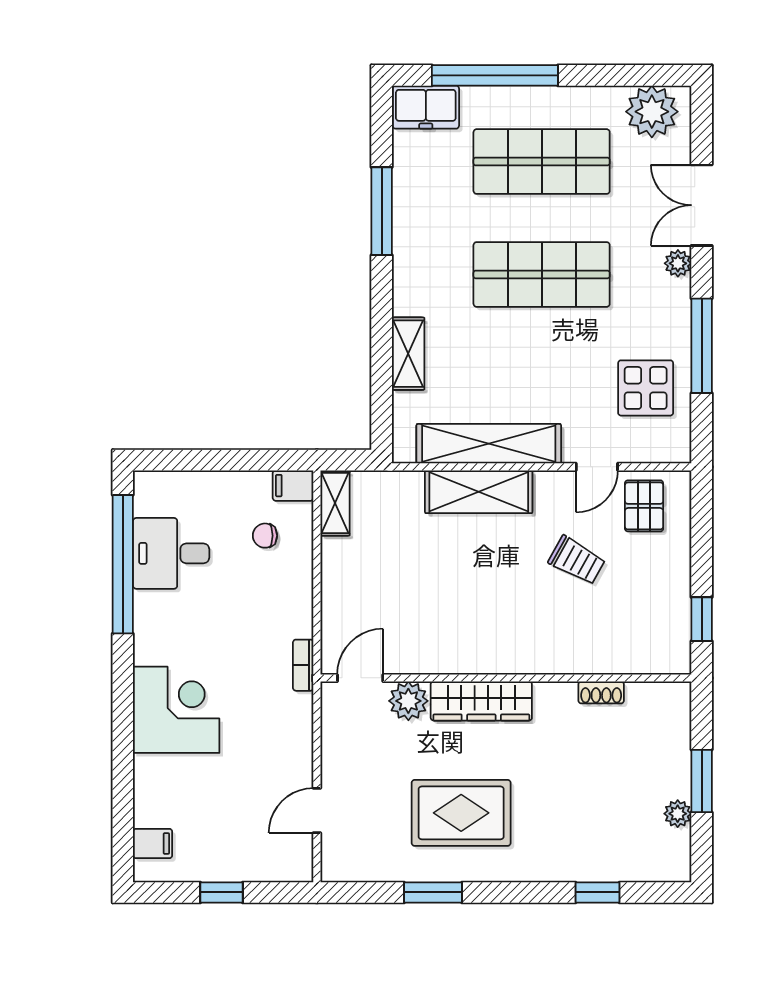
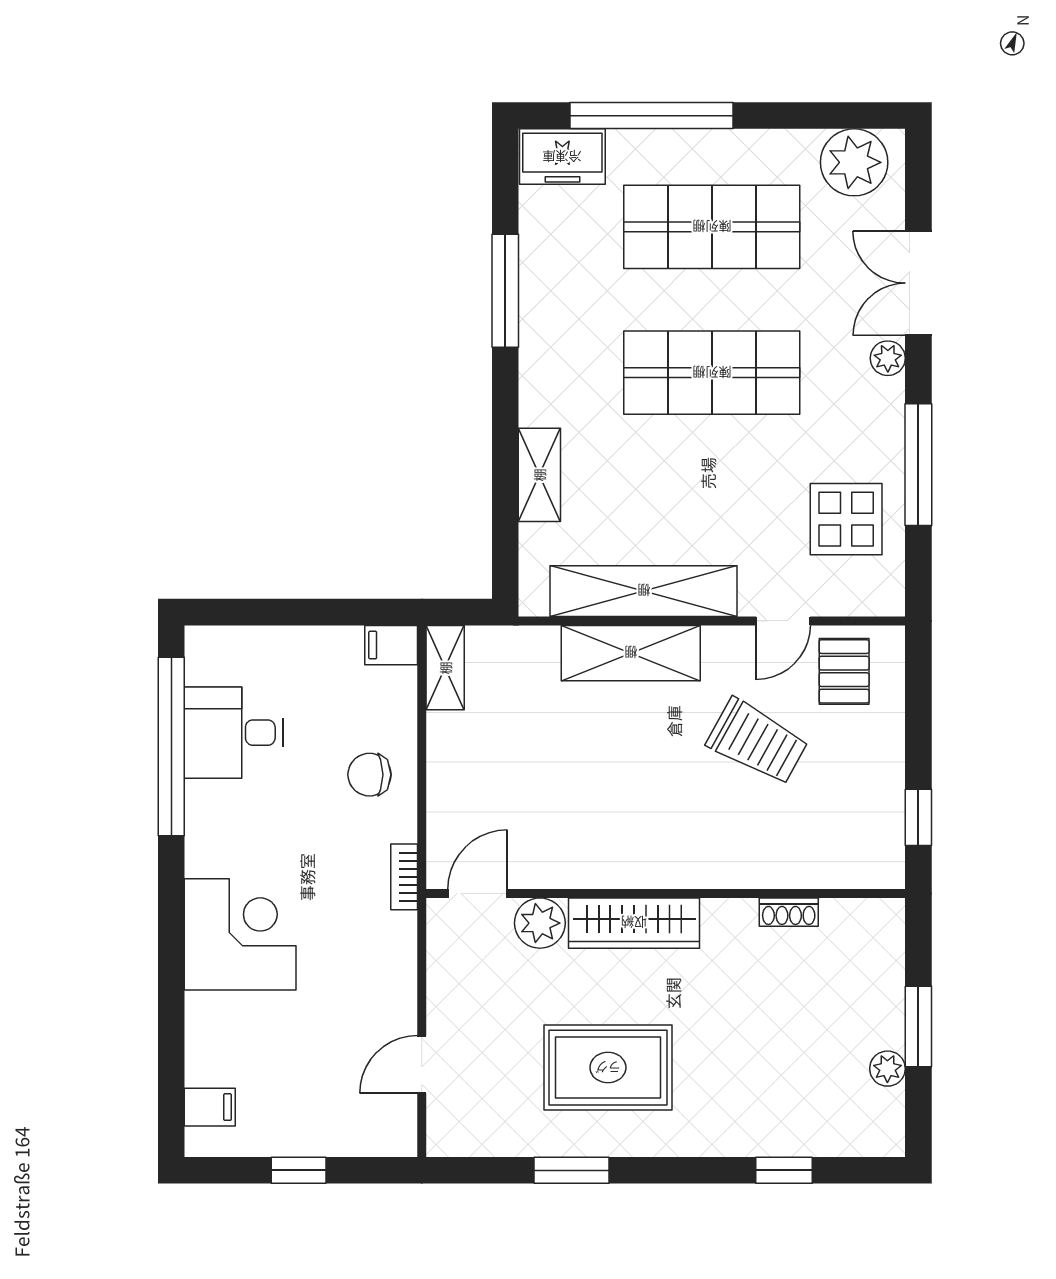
chair: (265, 536) -> (369, 775), moved, width x1.37, depth x1.37
trolley: (577, 560) -> (757, 742), width x1.36, depth x1.39

